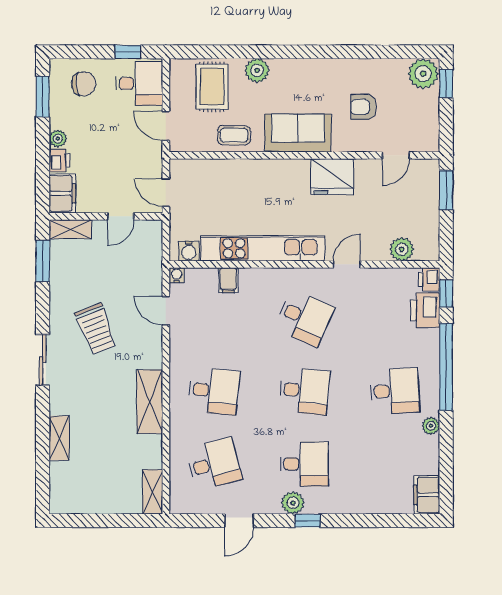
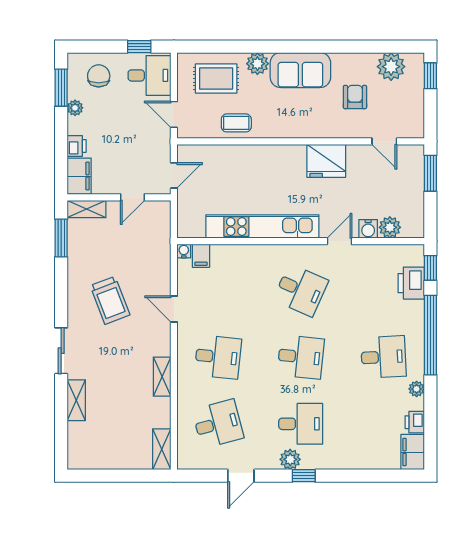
plant: (423, 74) -> (391, 67), moved
chair: (84, 84) -> (99, 76), turned -86
rug: (212, 87) -> (216, 79), turned 90
armchair: (364, 107) -> (355, 97), turned 90
sofa: (298, 133) -> (300, 70), moved, turned 180
plant: (58, 139) -> (75, 108), moved
door: (396, 155) -> (384, 141), hinge flipped
door: (166, 193) -> (174, 175), swing flipped
water cooler: (189, 251) -> (368, 229), moved
printer: (429, 279) -> (415, 422), moved
filing cabinet: (228, 280) -> (201, 256), moved
door: (166, 311) -> (174, 309), moved
sliding door: (43, 360) -> (61, 351), moved
shelving: (150, 402) -> (162, 377), width x0.67, depth x0.75

